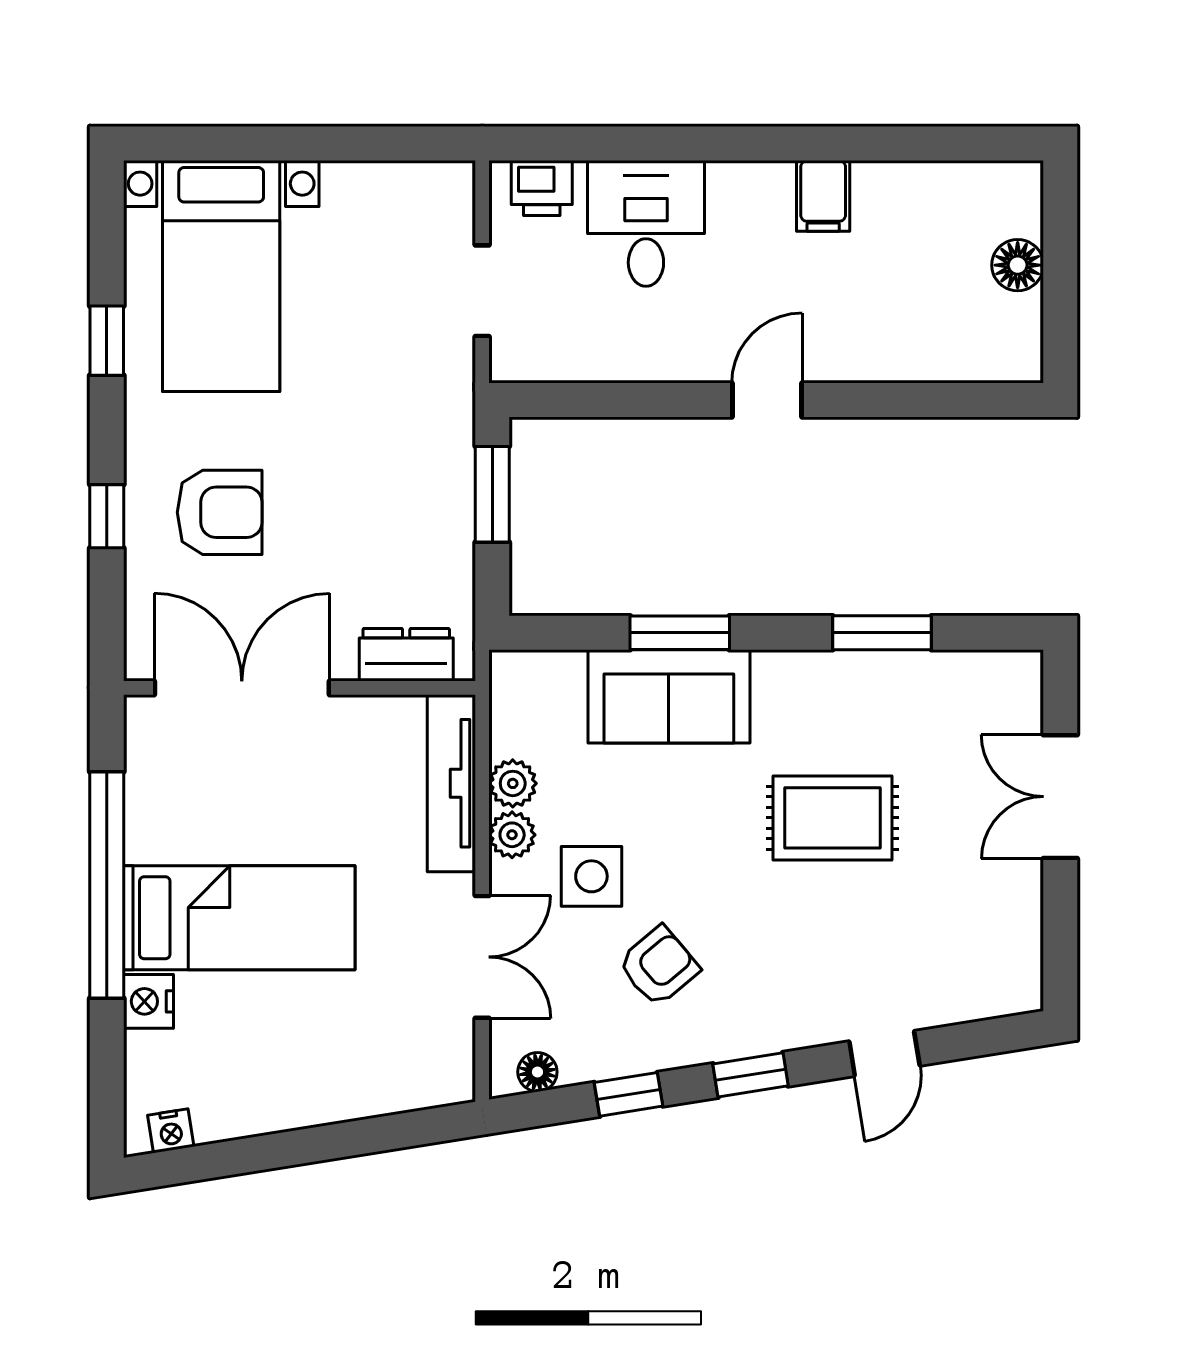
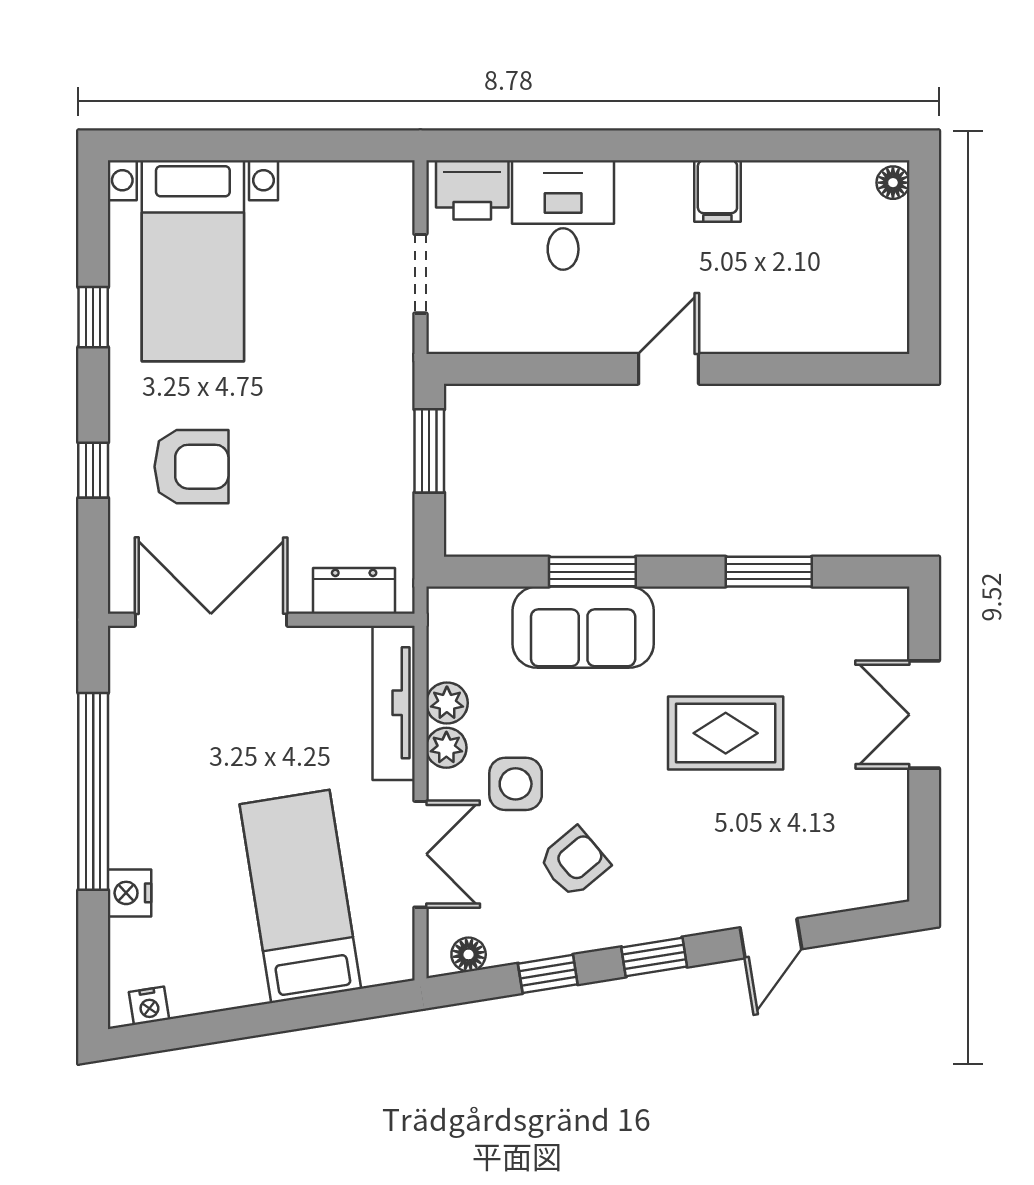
printer: (542, 188) -> (472, 190), width x1.36, depth x1.24
floor lamp: (1018, 265) -> (893, 183), moved, width x0.73, depth x0.73
bed: (239, 918) -> (300, 896), moved, turned -99

